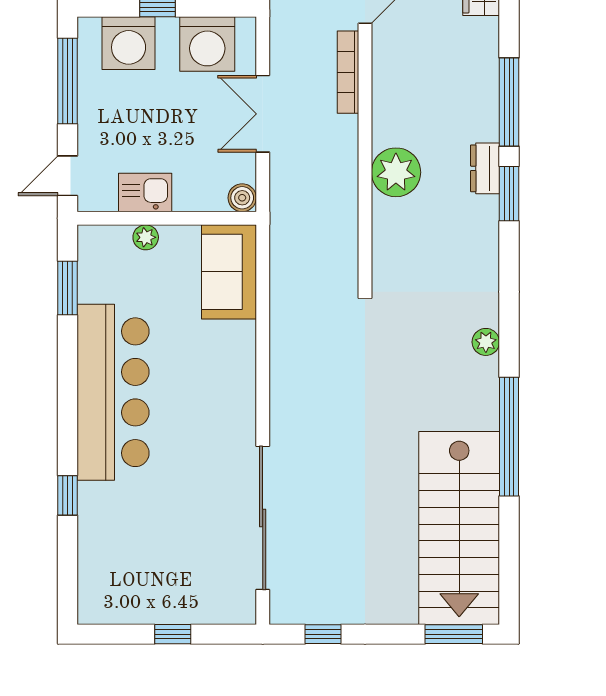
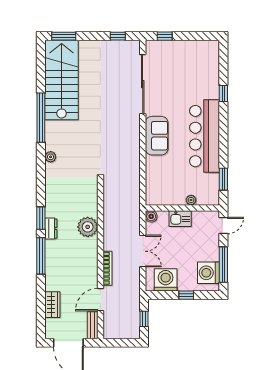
washing machine: (129, 43) -> (208, 273), moved, turned -90
kitchen sink: (145, 193) -> (180, 219), moved
sofa: (229, 272) -> (157, 136), moved
window: (173, 634) -> (165, 36), moved

